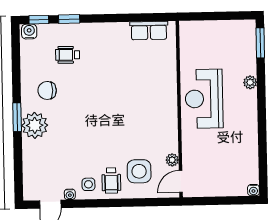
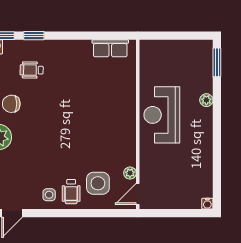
water cooler: (70, 194) -> (31, 204), removed

